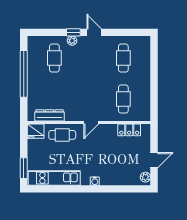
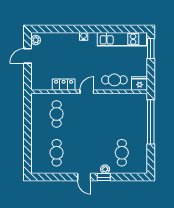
window: (24, 74) -> (151, 122), moved
dresser: (50, 115) -> (126, 98), removed
locker: (129, 130) -> (64, 85), moved

